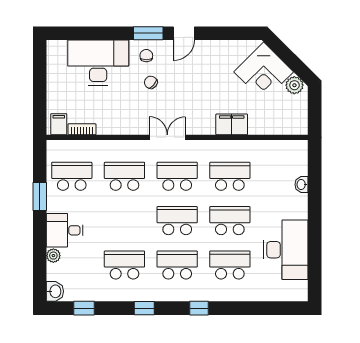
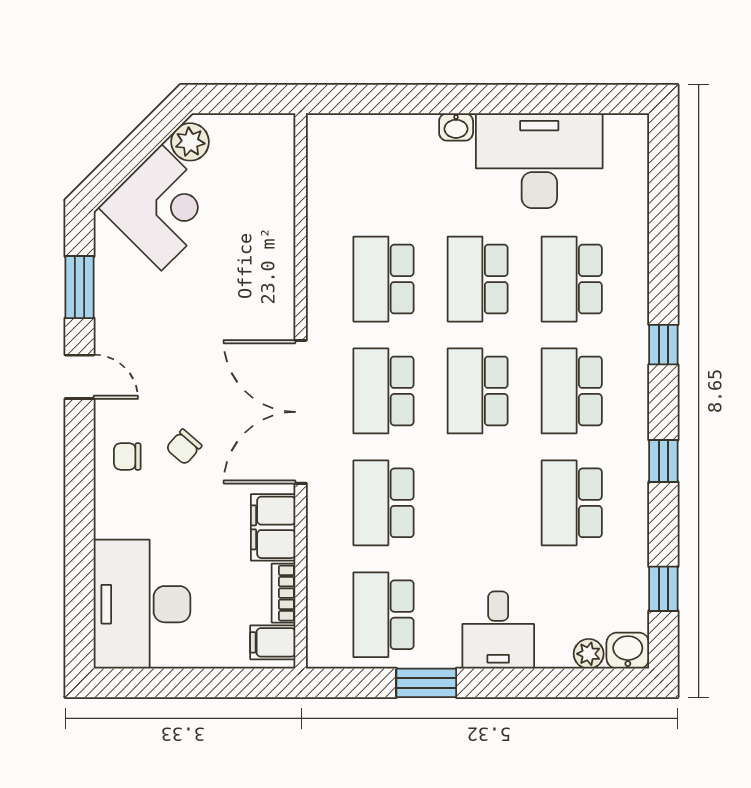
window: (148, 33) -> (80, 287), moved
desk: (98, 63) -> (142, 604), moved
filing cabinet: (232, 124) -> (273, 527), moved
double door: (167, 137) -> (301, 412), width x1.87
washbasin: (301, 184) -> (456, 127), moved
plant: (53, 256) -> (589, 654), moved

